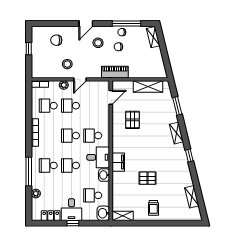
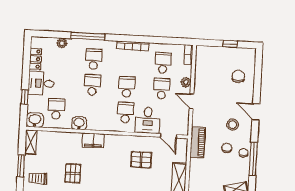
stool: (67, 64) -> (210, 88), removed
desk: (98, 157) -> (148, 120), moved
window: (73, 223) -> (25, 97), moved
window: (143, 223) -> (21, 166), added

